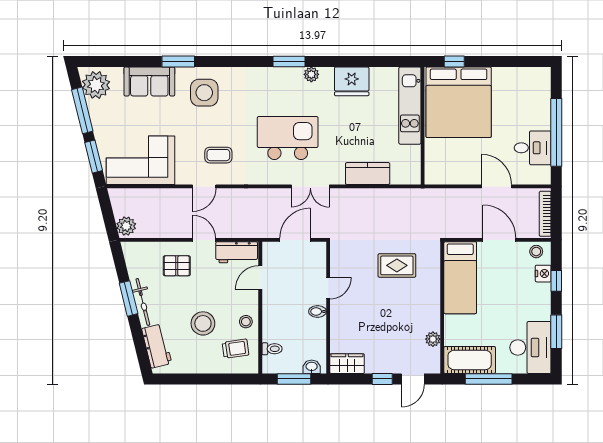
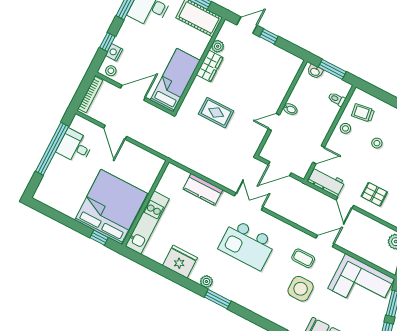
side table: (204, 93) -> (301, 289), moved
door: (499, 240) -> (133, 93), swing flipped
stool: (203, 323) -> (377, 143), width x0.53, depth x0.53
wardrobe: (347, 364) -> (210, 66), moved, turned -90

